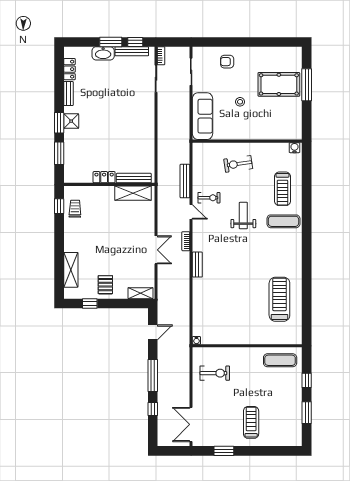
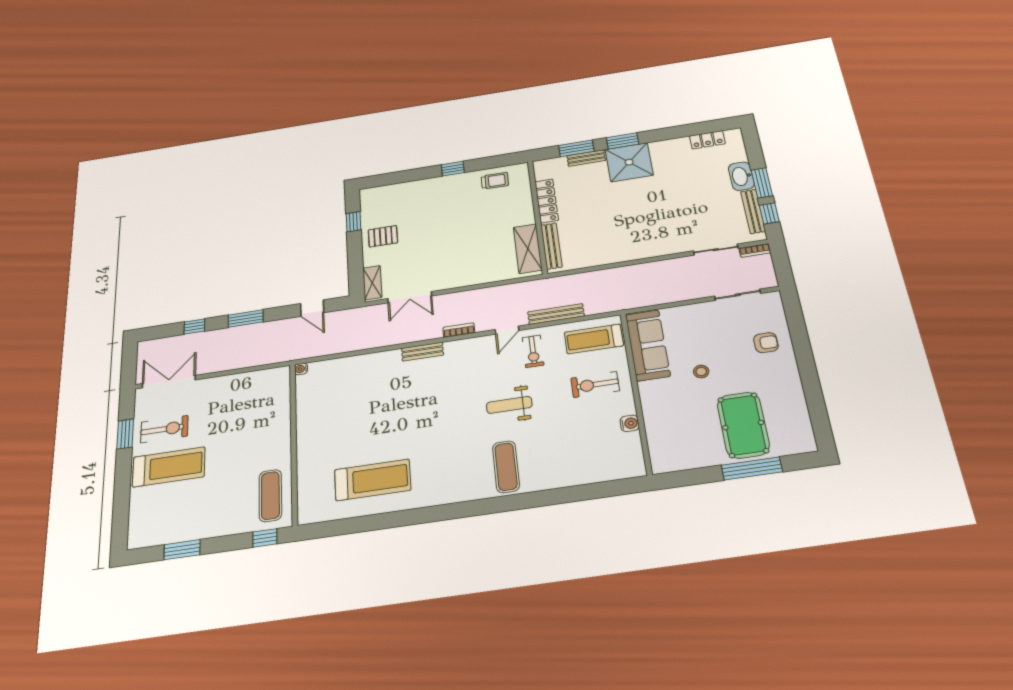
armchair: (227, 62) -> (766, 343), turned 90
bench: (68, 94) -> (586, 158), moved
sofa: (202, 116) -> (648, 345), moved, turned -90
shower: (71, 121) -> (629, 162), width x1.86, depth x1.86
water cooler: (294, 148) -> (630, 423), moved
exercise bike: (238, 164) -> (595, 385), turned -82
locker: (104, 177) -> (547, 201), width x1.53
treadmill: (282, 189) -> (594, 339), moved
window: (59, 206) -> (453, 169), moved
weight bench: (243, 216) -> (509, 405), turned 180
double door: (156, 250) -> (410, 297), moved
shelving: (71, 270) -> (403, 191), removed
exercise bike: (215, 373) -> (164, 429), moved, turned -90
window: (153, 376) -> (246, 318), width x0.69
window: (307, 380) -> (265, 538), moved
treadmill: (251, 422) -> (169, 467), width x1.37, depth x1.37

